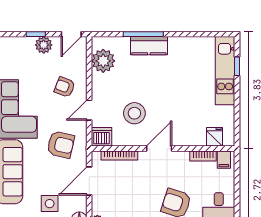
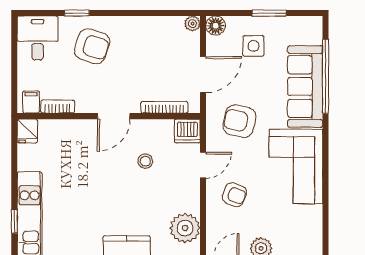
stool: (134, 113) -> (145, 161), width x0.53, depth x0.53
fridge: (214, 137) -> (27, 131), moved

